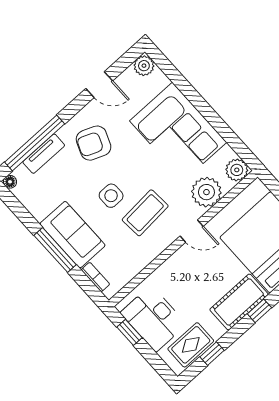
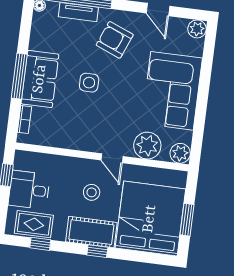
coffee table: (145, 213) -> (97, 116), removed
stool: (206, 273) -> (92, 192), added
desk: (153, 319) -> (29, 190), width x0.73

